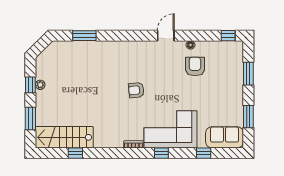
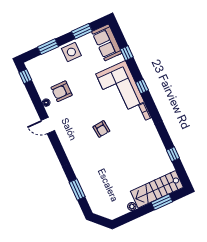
window: (30, 85) -> (135, 214), removed
side table: (231, 96) -> (71, 52), added
stairs: (64, 137) -> (157, 189), moved, turned 90

